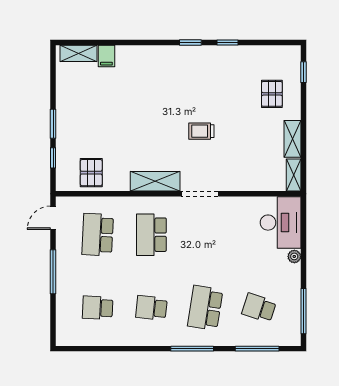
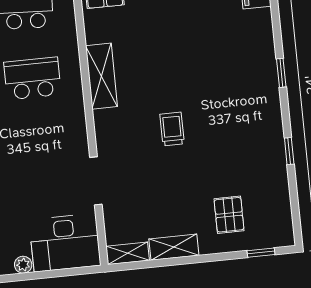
window: (190, 43) -> (281, 73), moved
pallet: (272, 94) -> (229, 215), turned 90
doorway: (200, 194) -> (96, 181), moved

